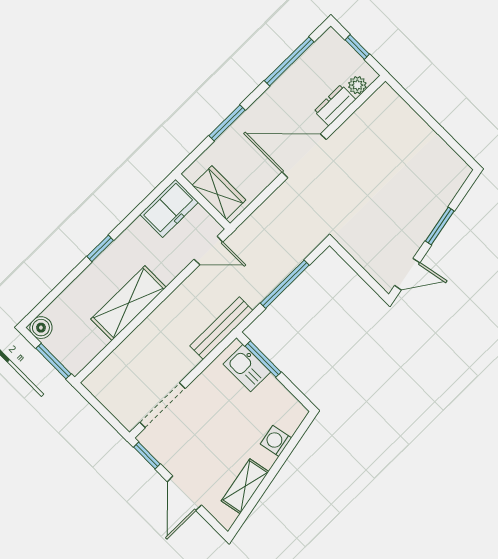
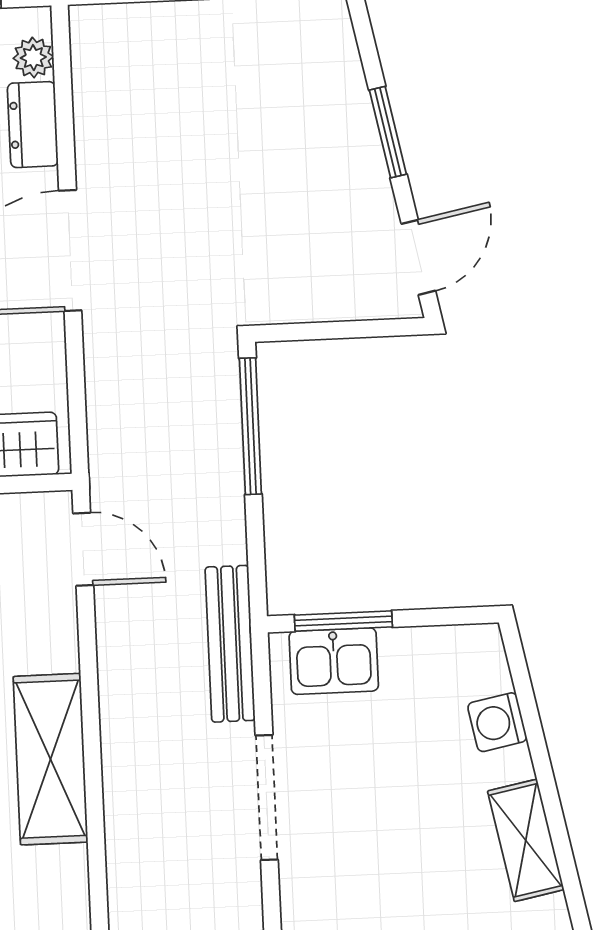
door: (208, 251) -> (83, 549), hinge flipped
window: (285, 284) -> (250, 426), moved
doorway: (162, 405) -> (267, 797), moved

